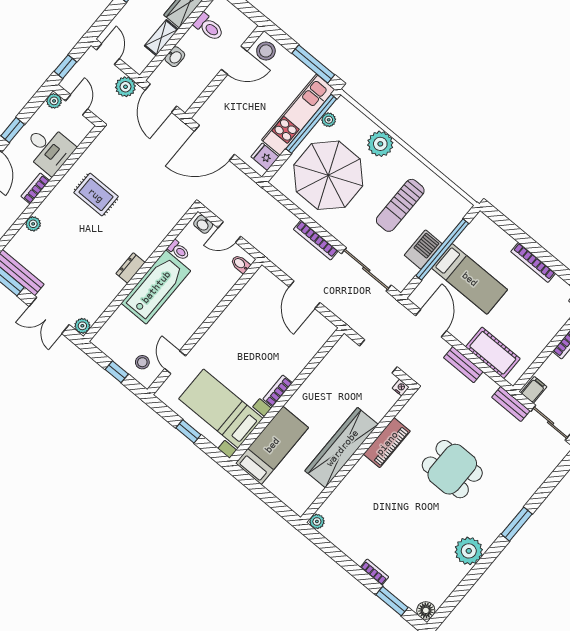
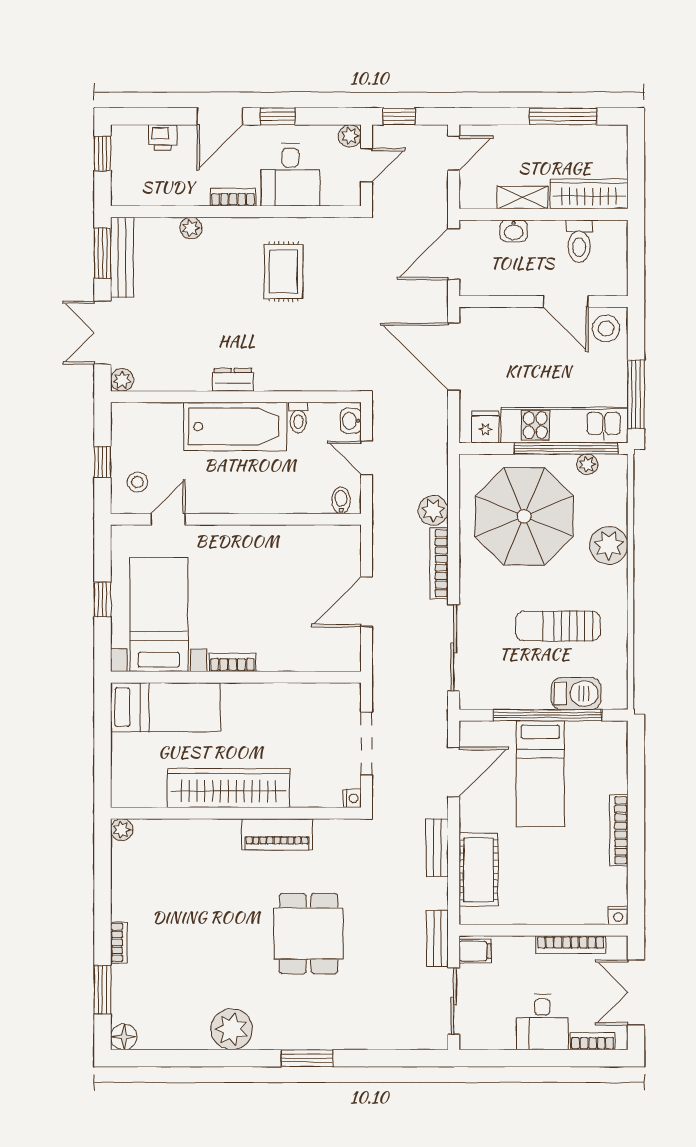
plant: (125, 87) -> (433, 511), moved
barbecue: (423, 249) -> (576, 694), moved

